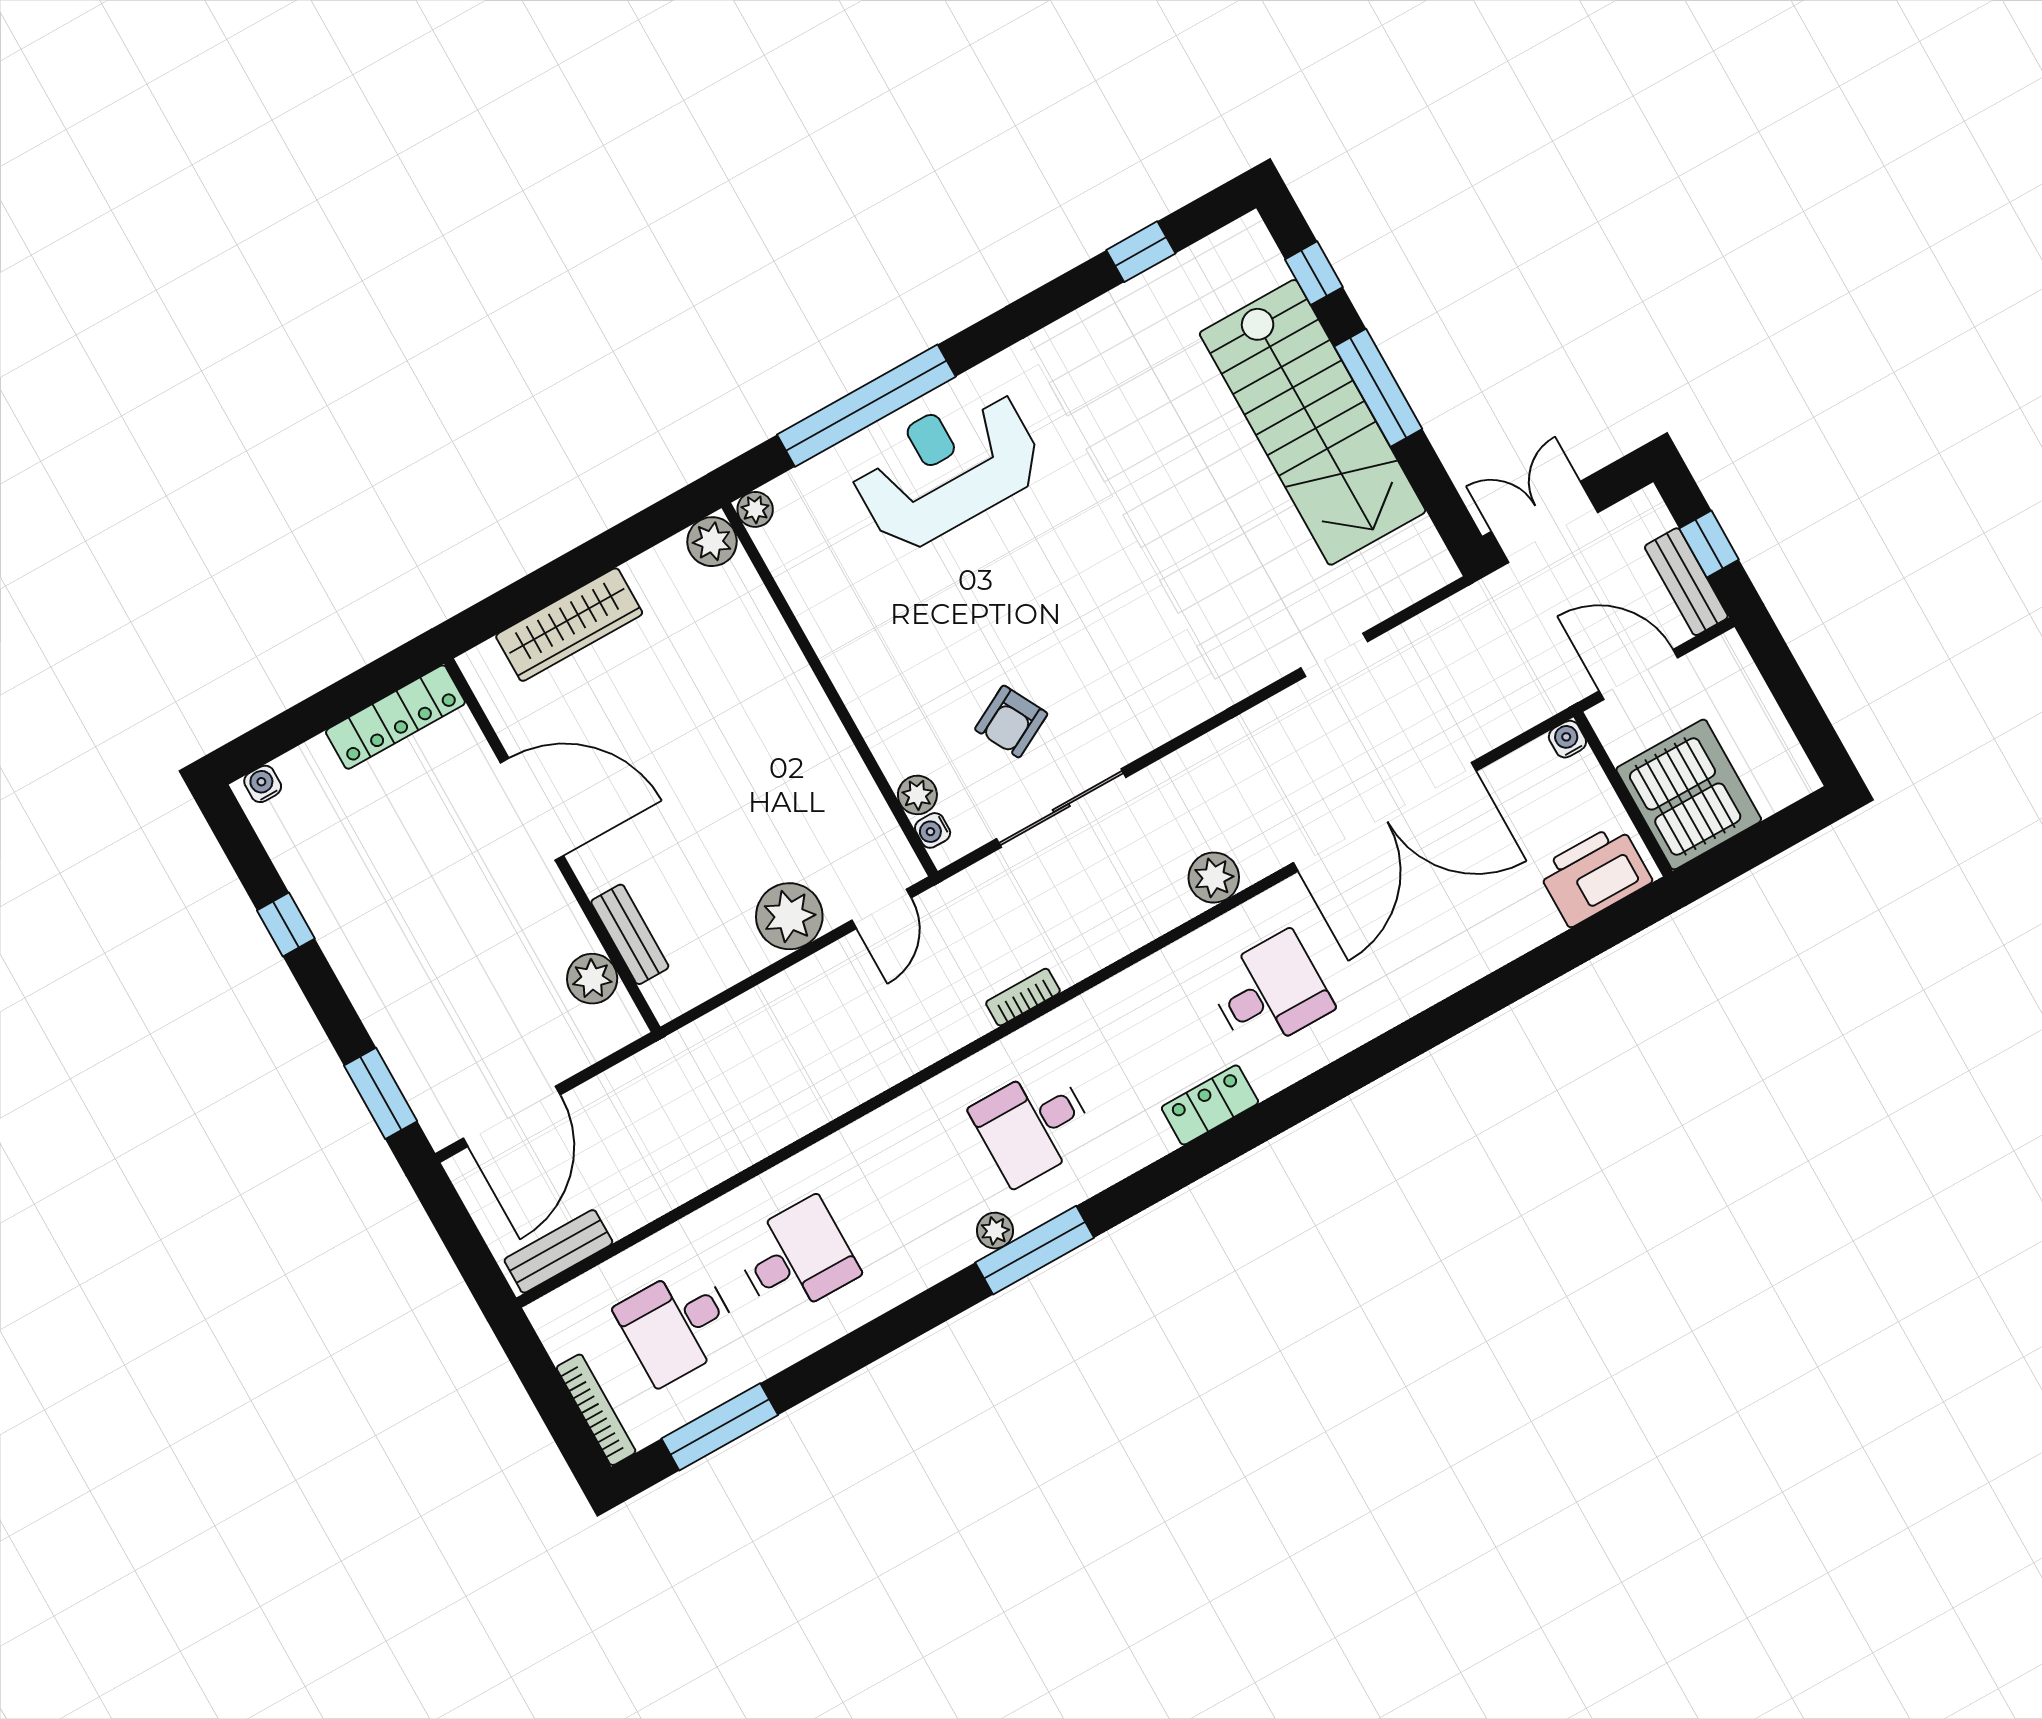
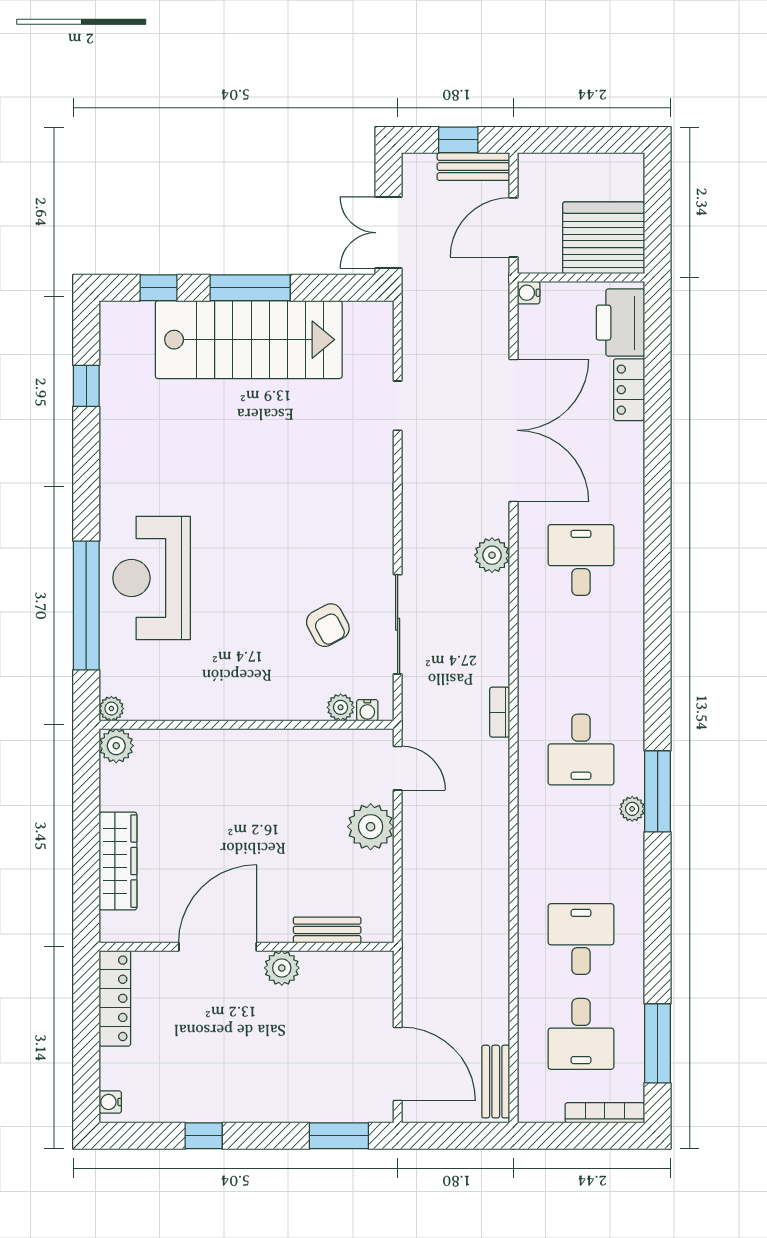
plant: (592, 979) -> (282, 968), moved
locker: (1210, 1105) -> (629, 390), moved

